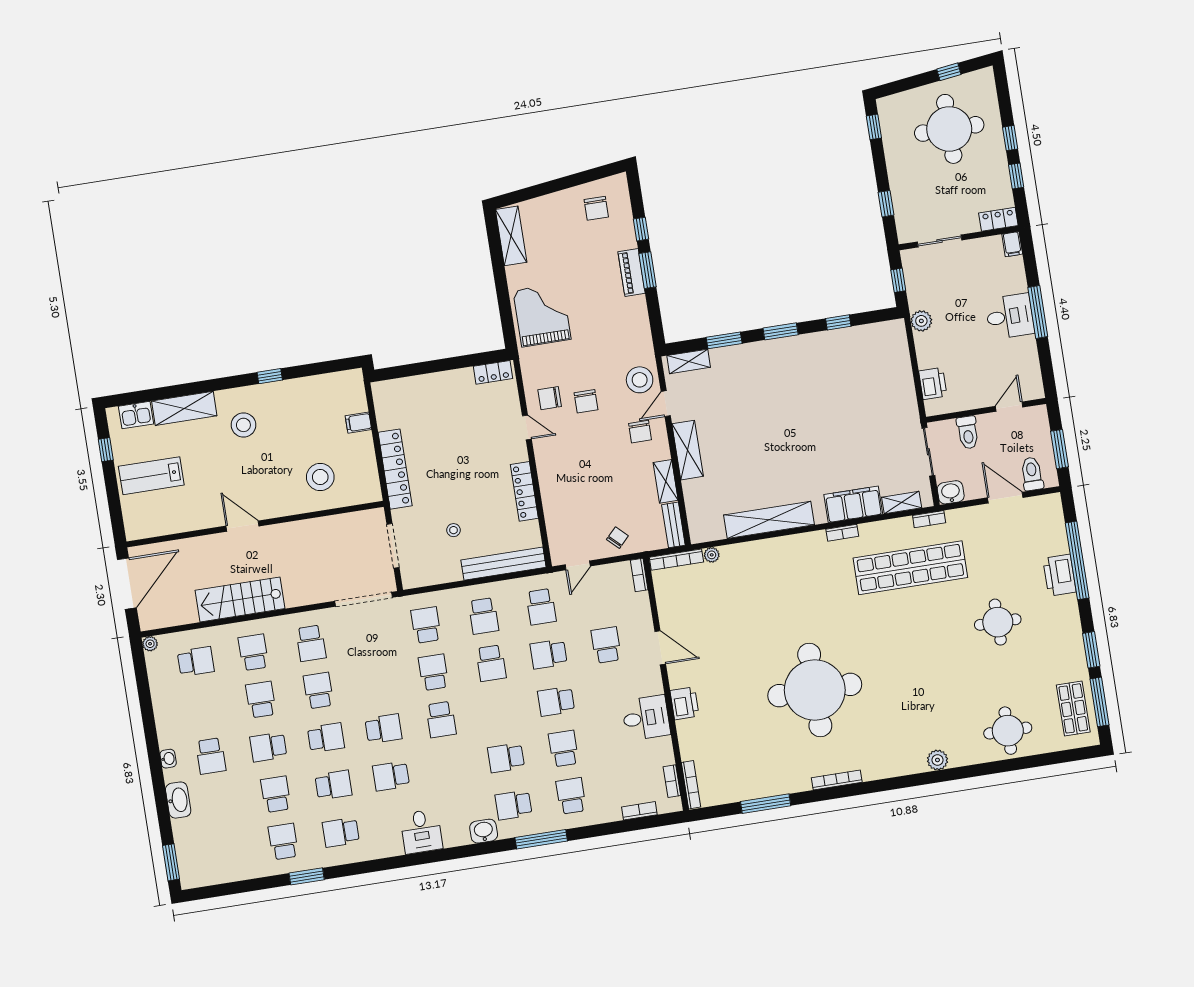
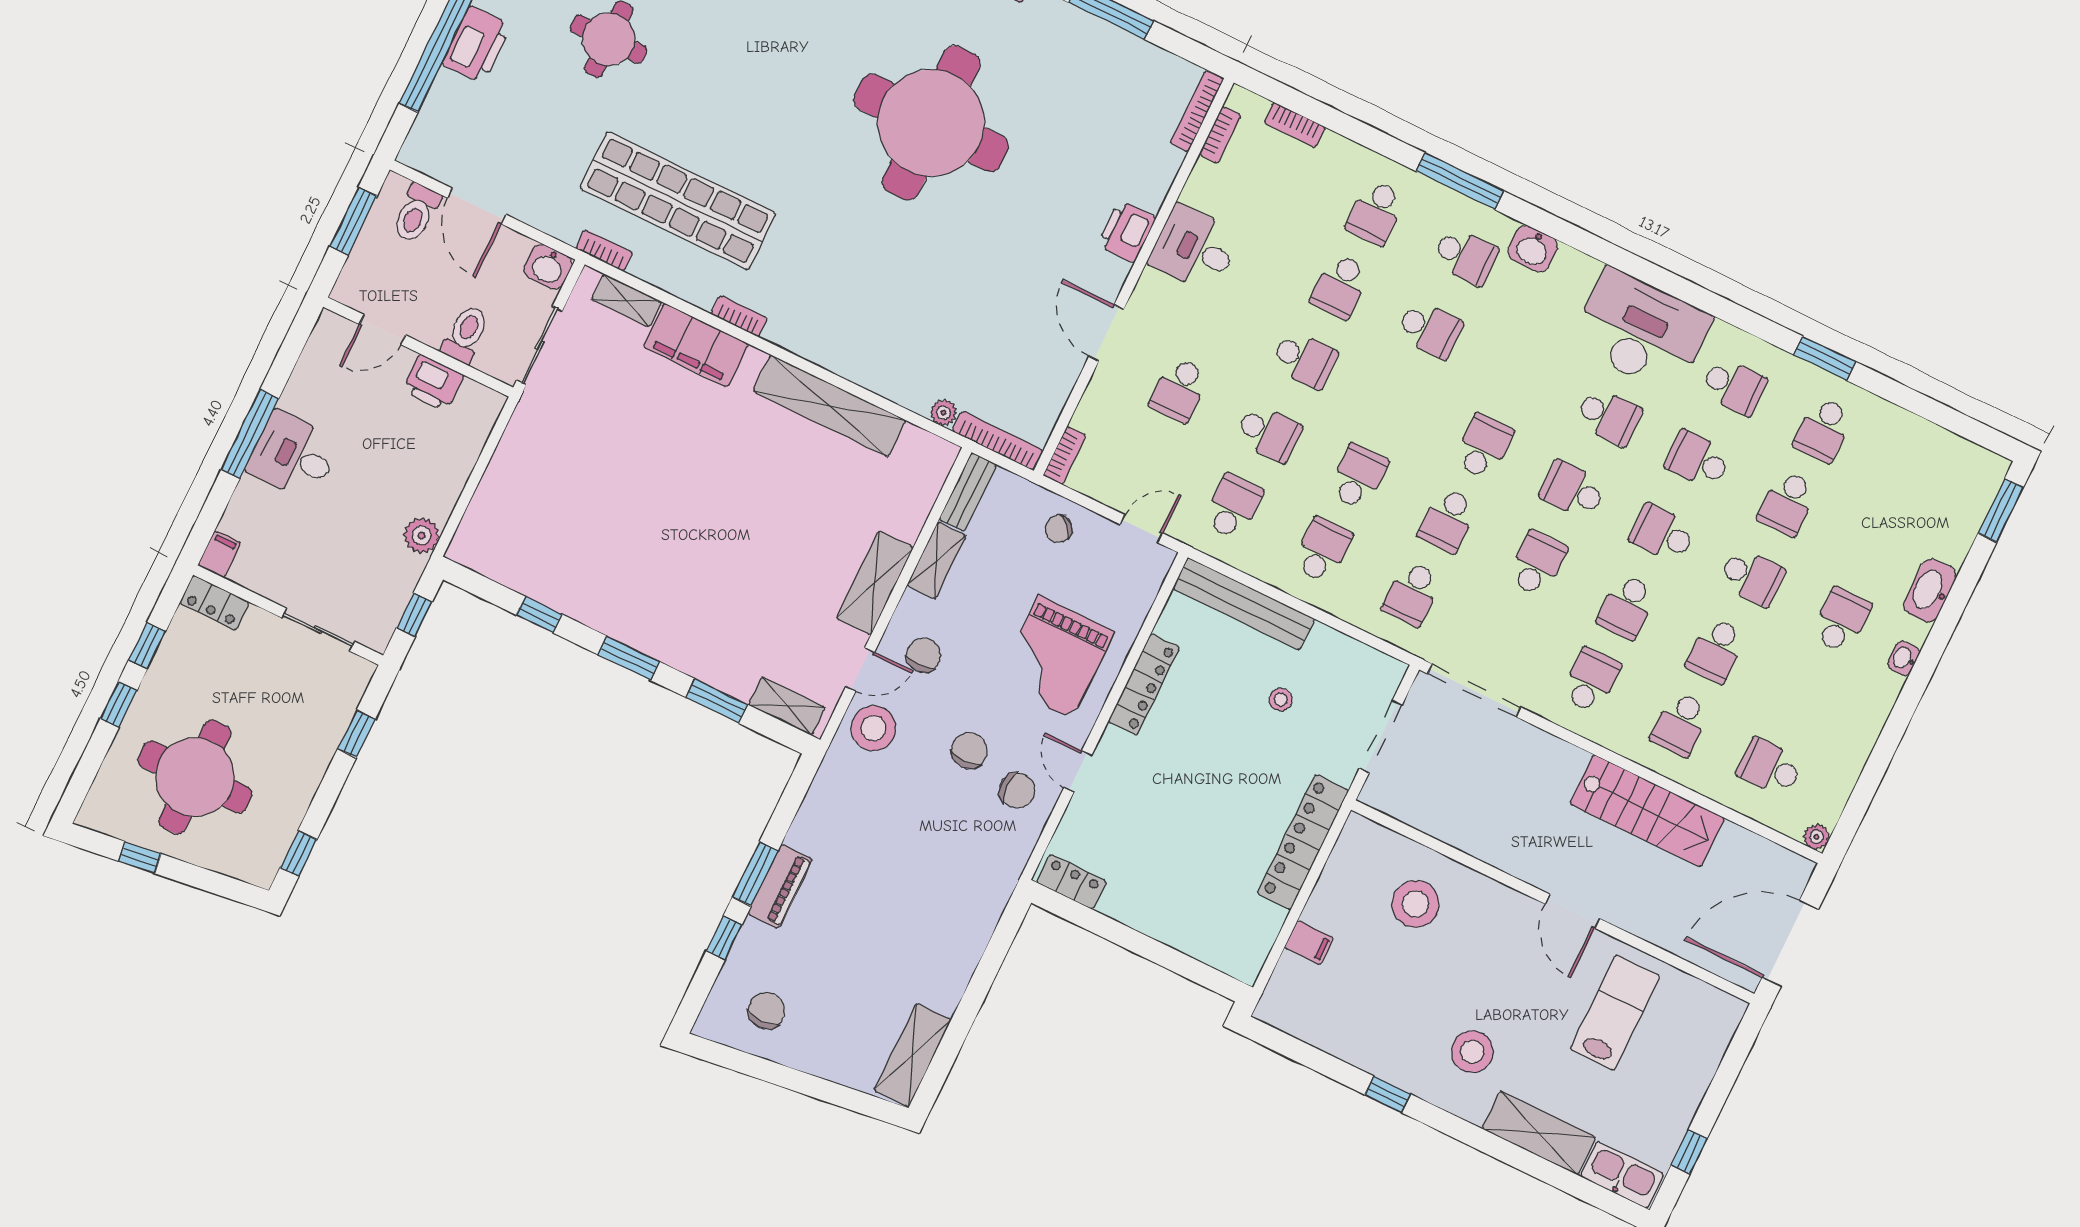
grand piano: (542, 315) -> (1055, 657), moved
printer: (933, 384) -> (433, 383), moved, turned -90
kitchen sink: (136, 415) -> (1622, 1175), width x1.38
lab bench: (151, 476) -> (1615, 1012), moved, turned -90
school desk: (376, 681) -> (1537, 563), added
desk: (421, 831) -> (1641, 331), width x1.87, depth x1.30

